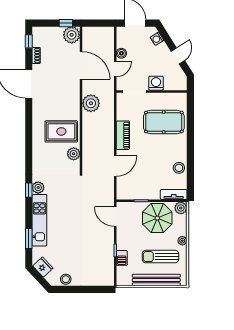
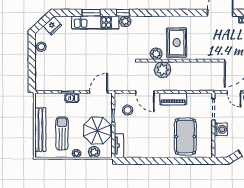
plant: (91, 103) -> (163, 70), moved
stool: (179, 168) -> (128, 110), moved
plant: (181, 208) -> (94, 152), moved
window: (29, 238) -> (91, 13), moved
barbecue: (122, 258) -> (72, 98), moved

